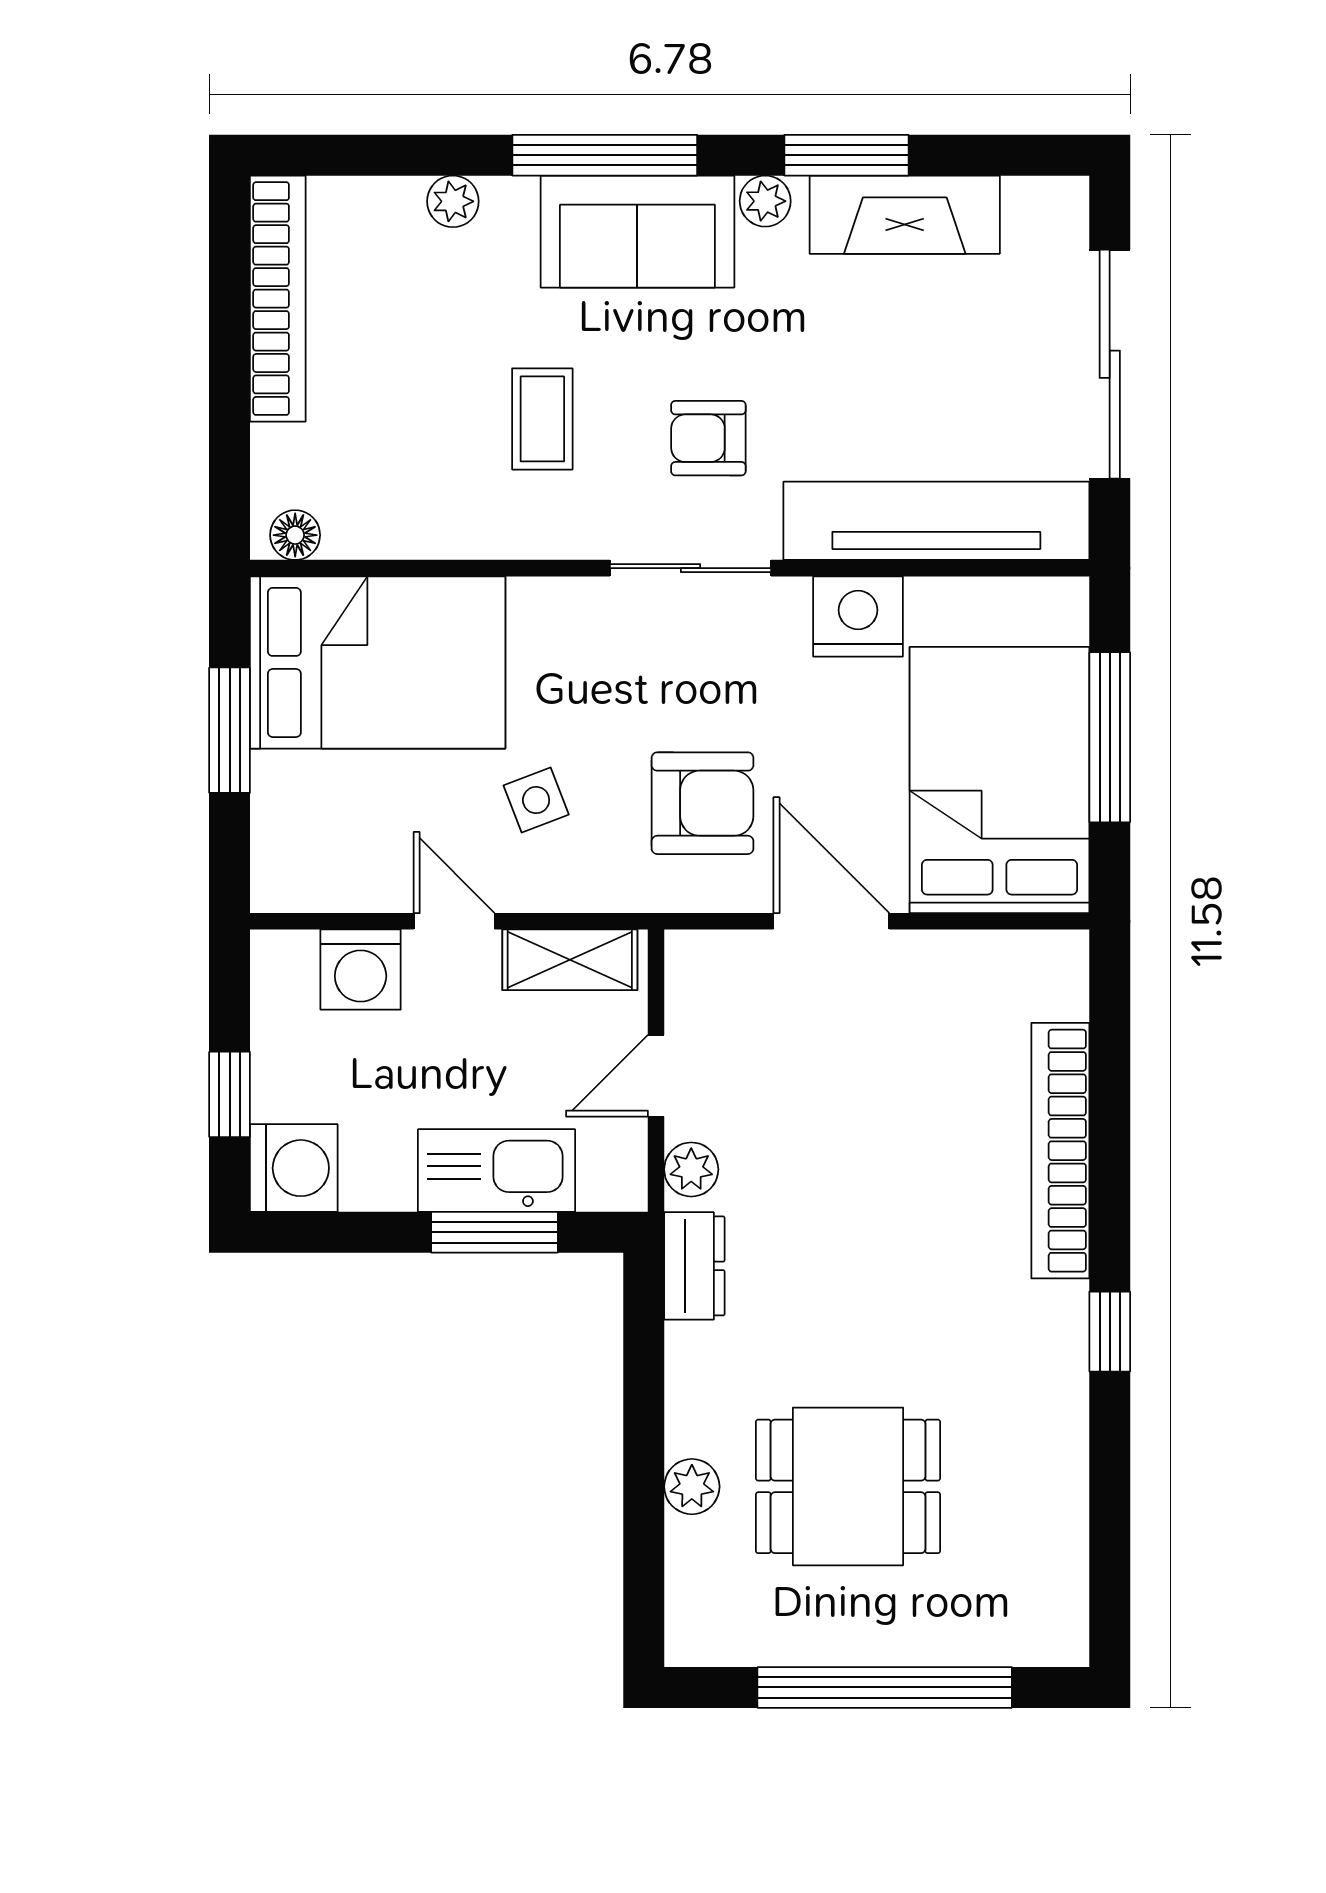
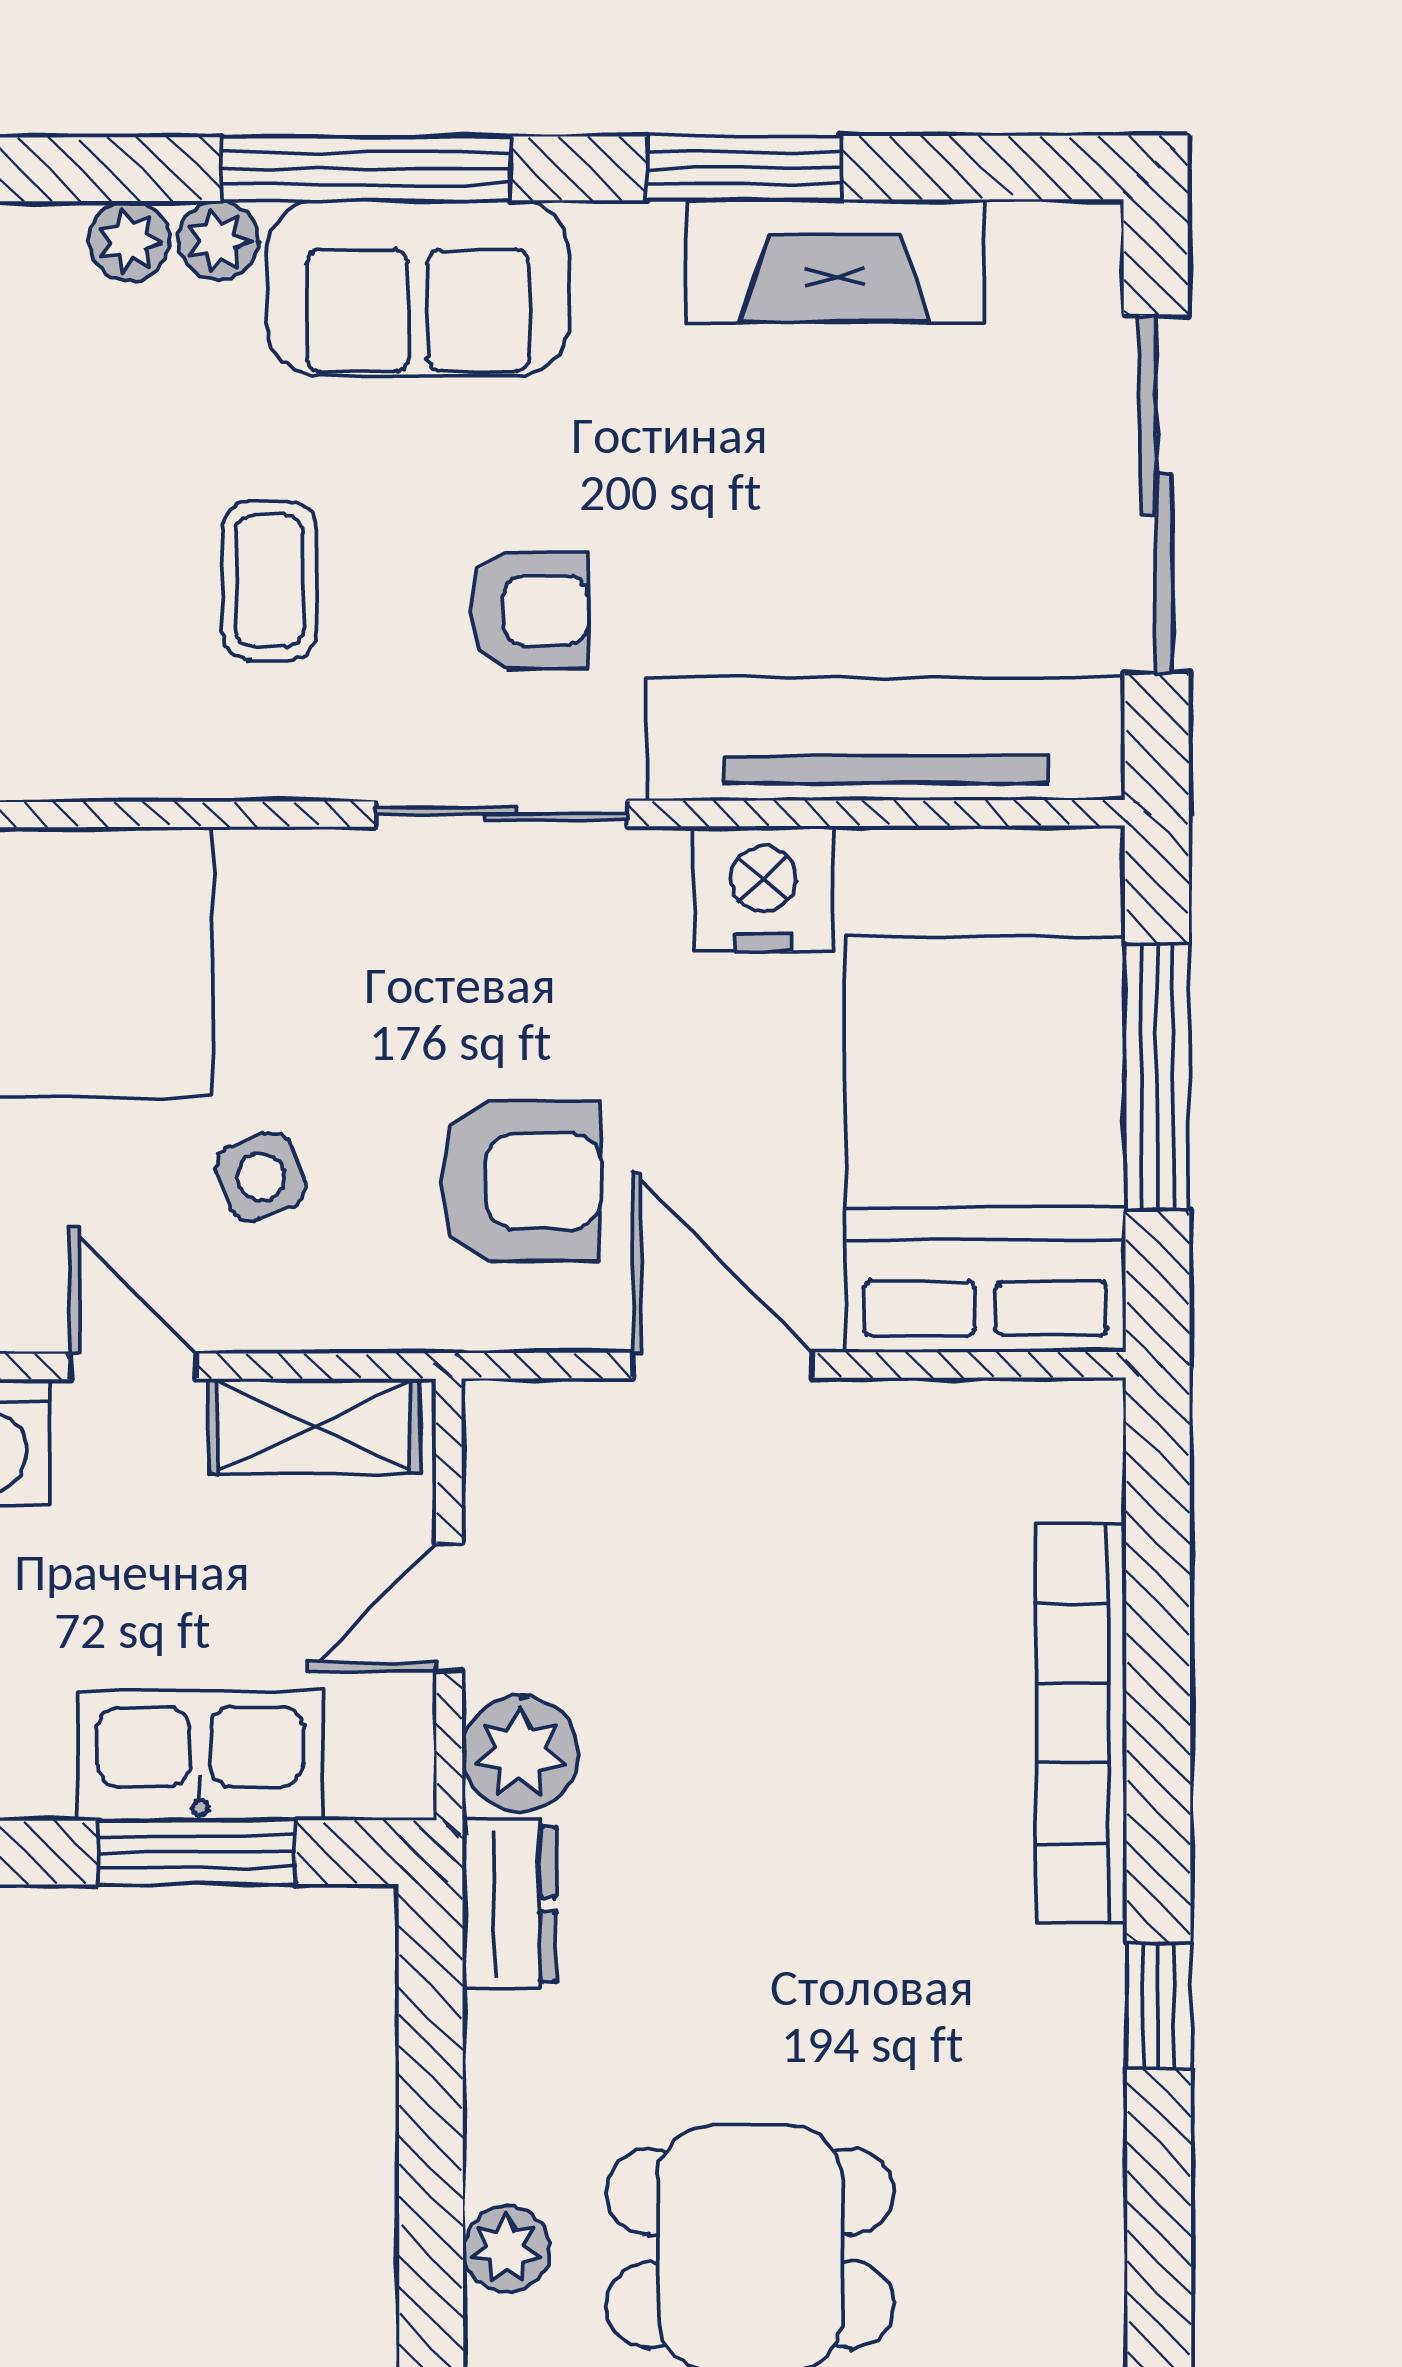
plant: (765, 201) -> (218, 241), moved
armchair: (708, 438) -> (529, 611), turned 180
plant: (691, 1169) -> (520, 1754), width x1.38, depth x1.38

